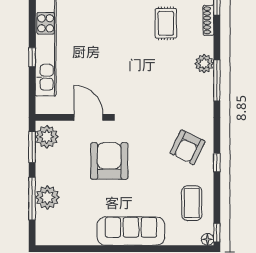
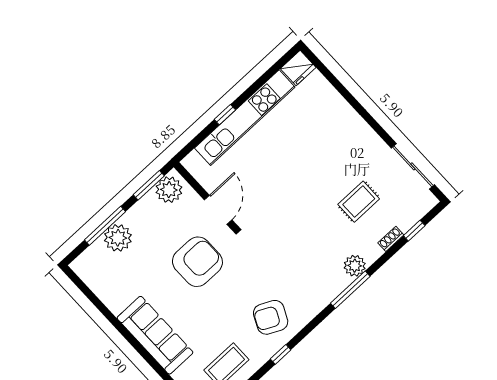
shoe rack: (208, 20) -> (391, 239), width x0.70

